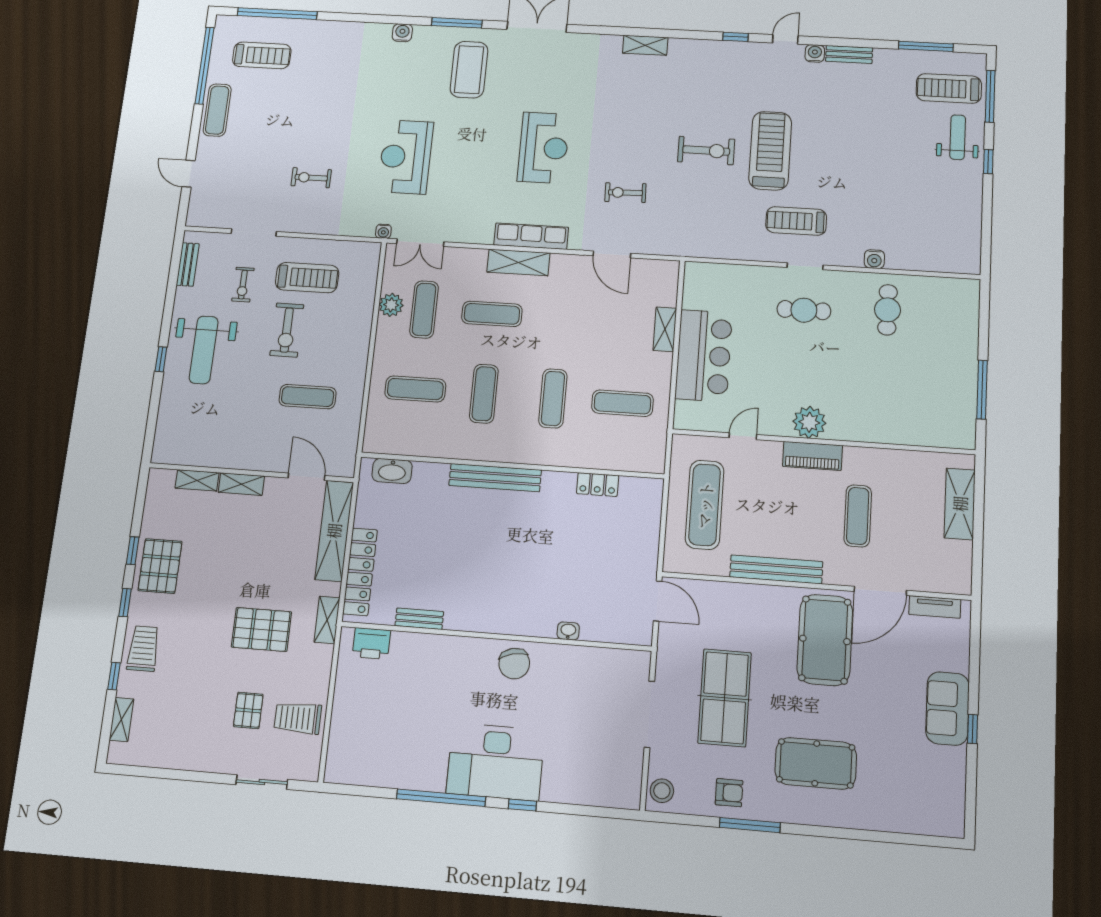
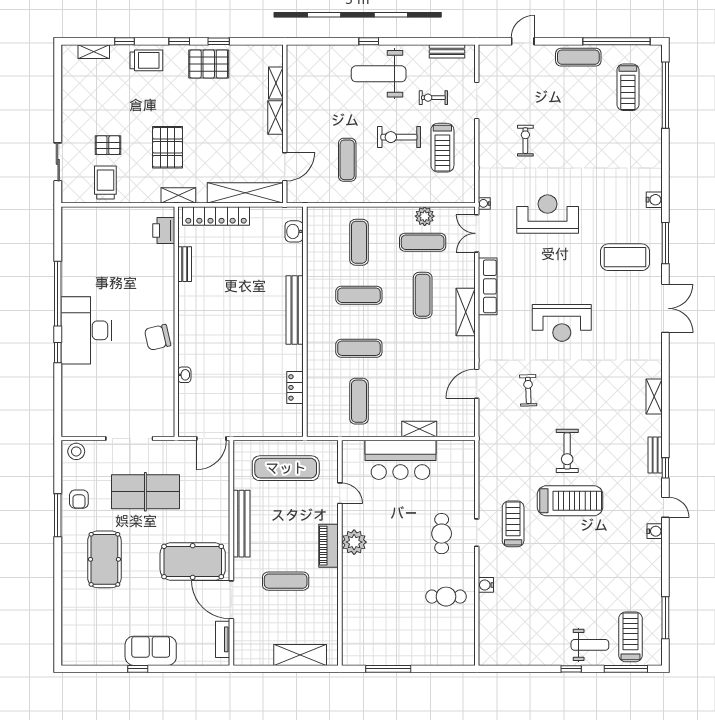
bench: (849, 55) -> (655, 455), moved
row of seats: (531, 236) -> (488, 286), moved
washbasin: (392, 471) -> (294, 231), width x0.72

